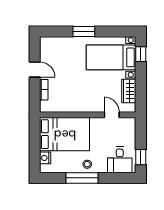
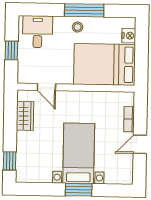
bed with nightstands: (111, 57) -> (79, 153), moved, turned -90
door: (35, 70) -> (140, 144), hinge flipped
window: (141, 157) -> (11, 51), moved

